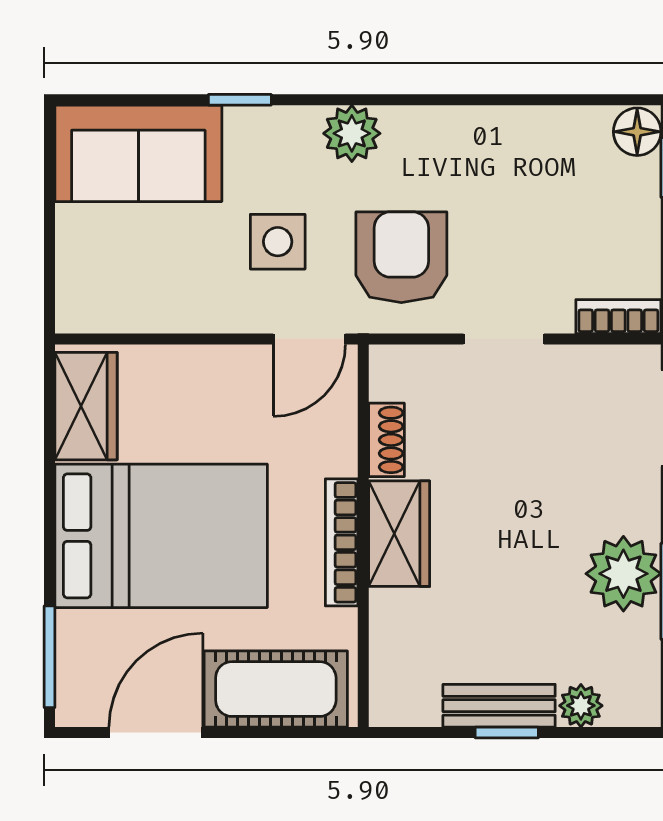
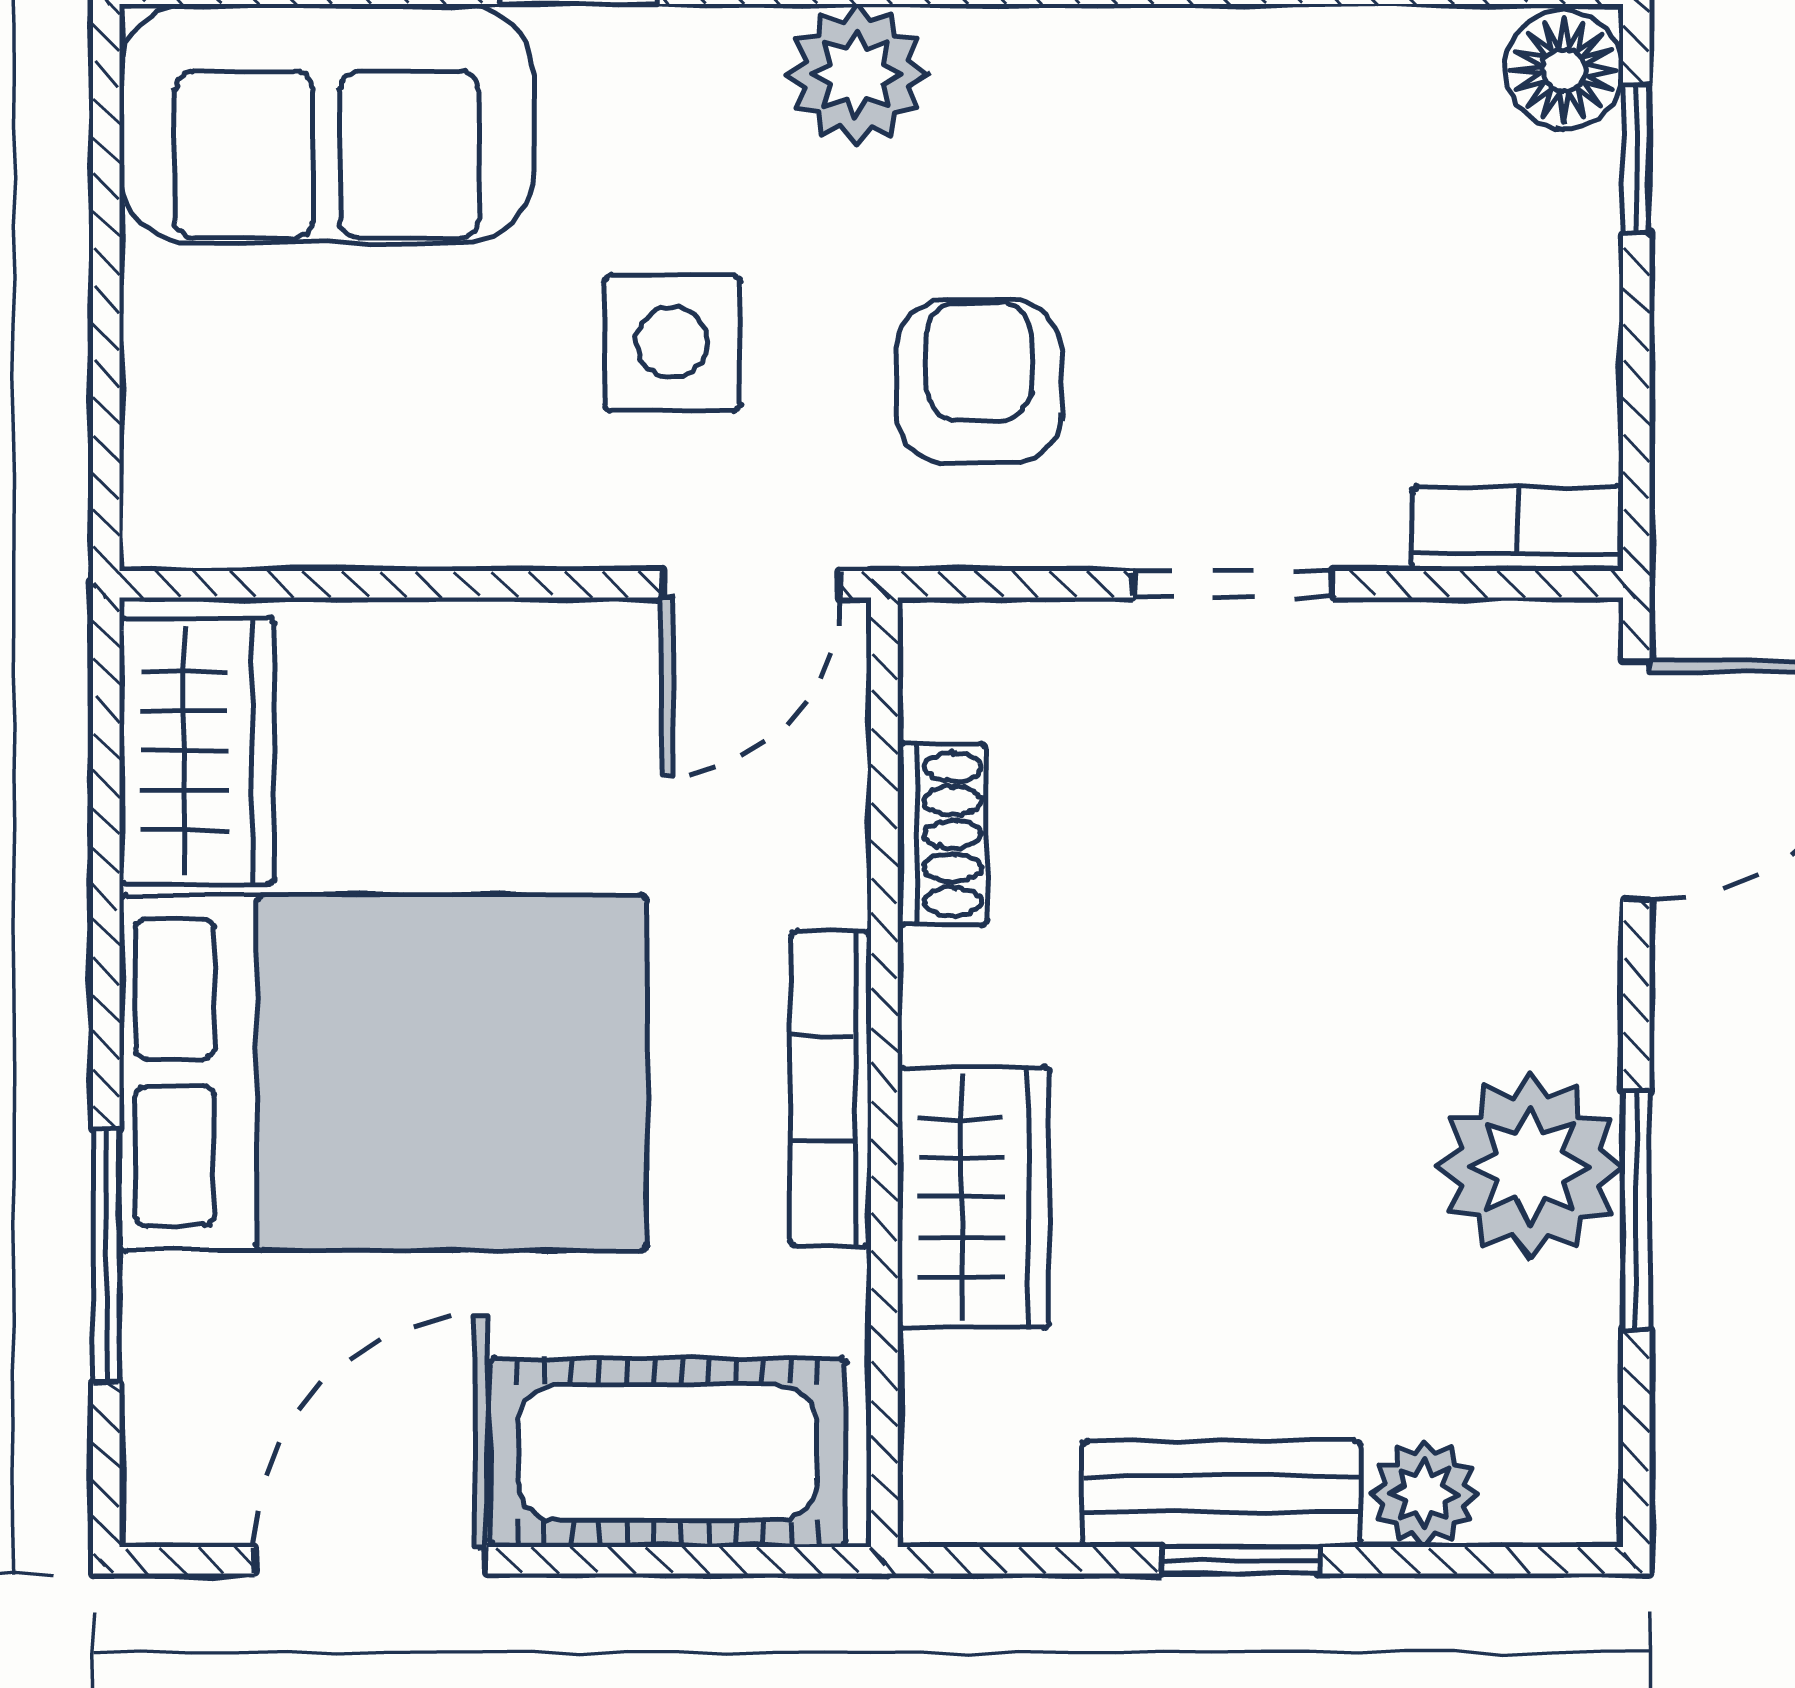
armchair: (401, 257) -> (979, 381), width x0.72, depth x0.72
wardrobe: (399, 534) -> (974, 1198), moved
window: (49, 657) -> (106, 1255), moved

